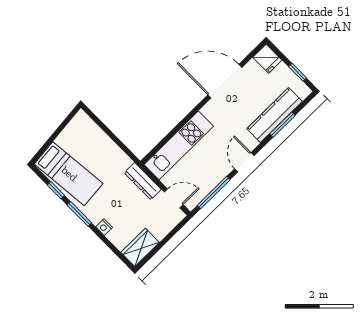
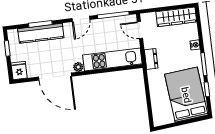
plant: (208, 110) -> (78, 67), added
bed: (69, 174) -> (186, 95), width x1.50
dresser: (143, 181) -> (151, 59), width x0.70
wardrobe: (140, 247) -> (176, 17), width x1.50

